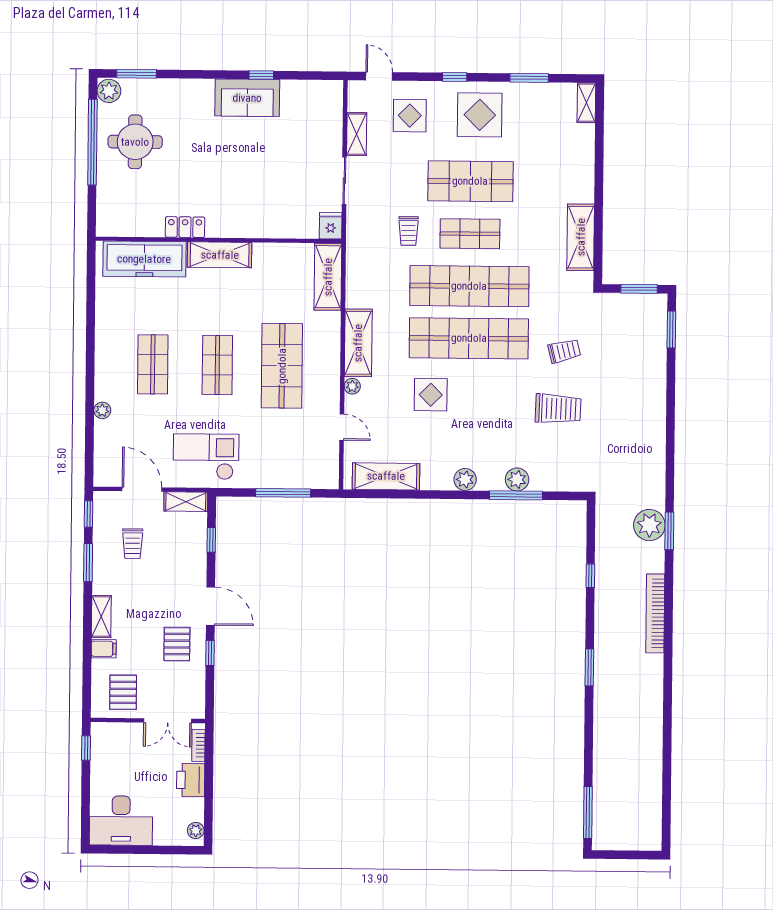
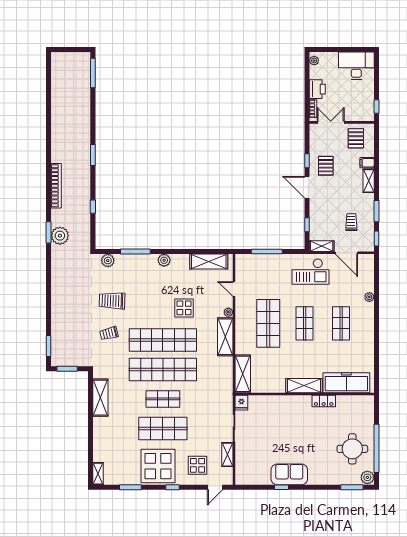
door: (379, 76) -> (215, 487), hinge flipped
display table: (480, 115) -> (158, 466), width x1.36, depth x1.36
trolley: (408, 231) -> (198, 400), removed
plant: (517, 479) -> (108, 261), moved

